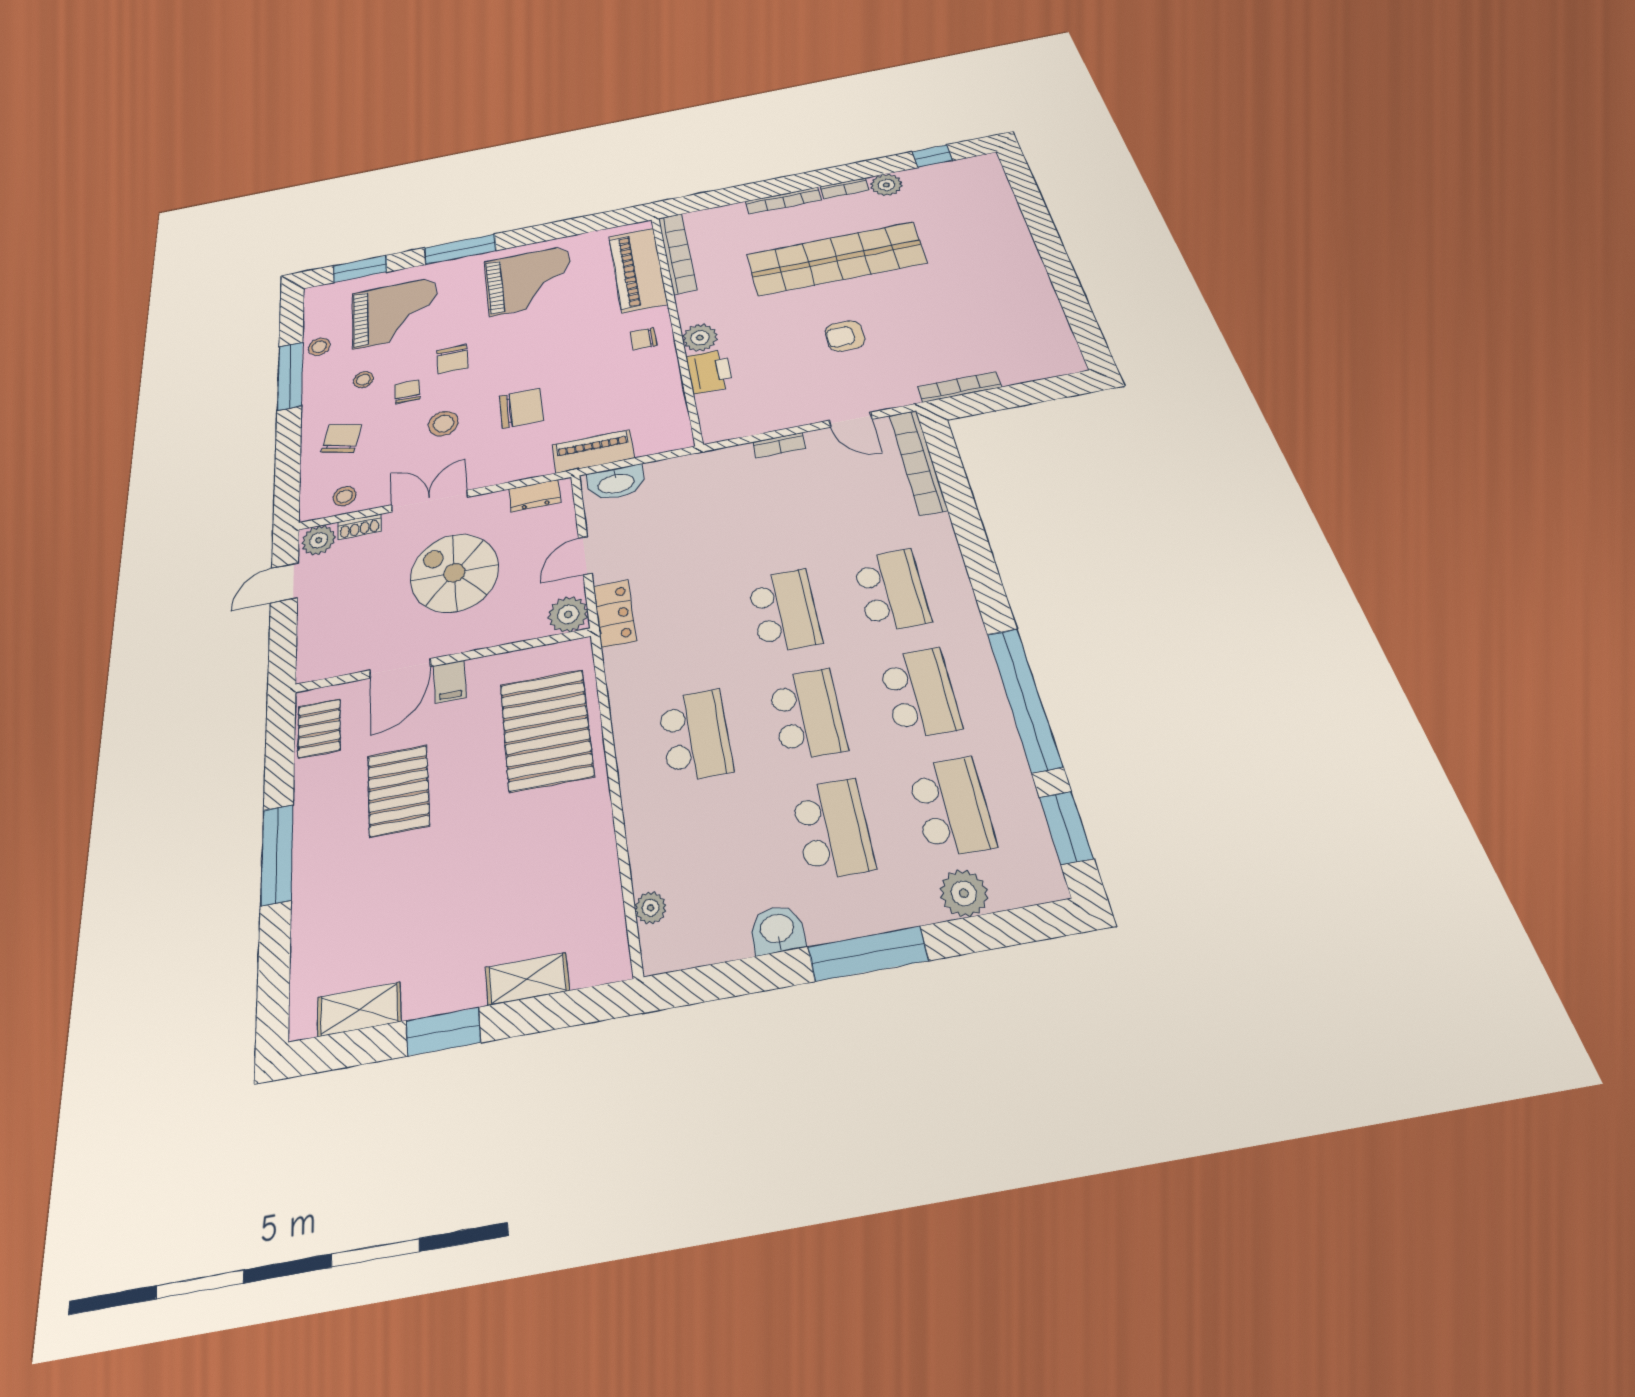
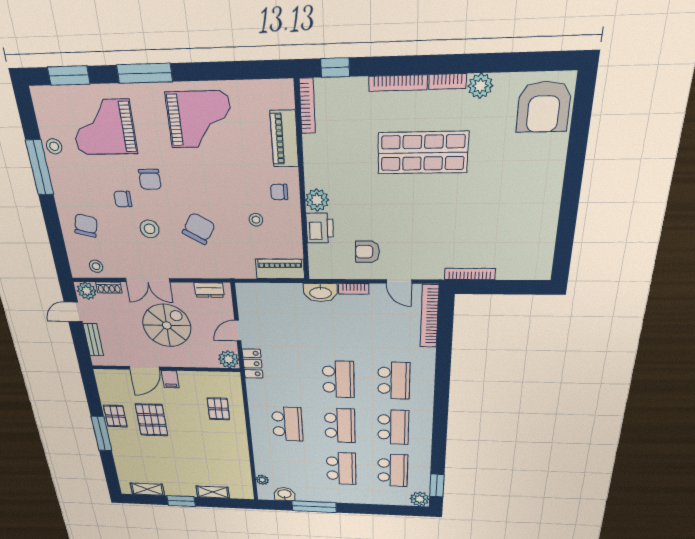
window: (932, 156) -> (335, 68), moved
armchair: (973, 189) -> (544, 107), added
bookcase: (678, 253) -> (307, 106), width x0.68, depth x0.76
shop shelf: (836, 259) -> (423, 153), width x0.71
piano: (638, 270) -> (284, 139), width x0.73, depth x0.75
grand piano: (395, 313) -> (103, 127), turned 180
armchair: (845, 336) -> (367, 252), moved
stool: (363, 380) -> (256, 220), moved
chair: (407, 392) -> (123, 199), turned -90
chair: (521, 408) -> (199, 229), turned -59
piano: (593, 451) -> (280, 269), moved
washbasin: (616, 483) -> (320, 293), moved
double door: (430, 501) -> (148, 280), swing flipped
spiral stairs: (454, 573) -> (167, 325), turned 90
bench: (310, 629) -> (93, 340), added
window: (1024, 699) -> (439, 438), removed
pallet: (319, 728) -> (115, 416), moved
pallet: (546, 730) -> (218, 409), width x0.49, depth x0.50
plant: (964, 893) -> (420, 499), moved
washbasin: (777, 930) -> (285, 494), moved
window: (868, 954) -> (314, 507), moved

